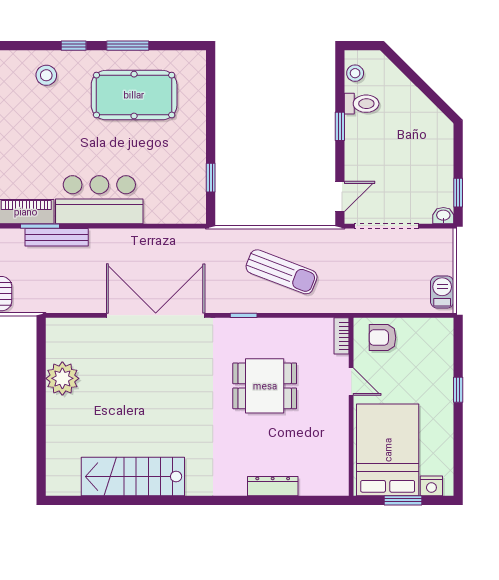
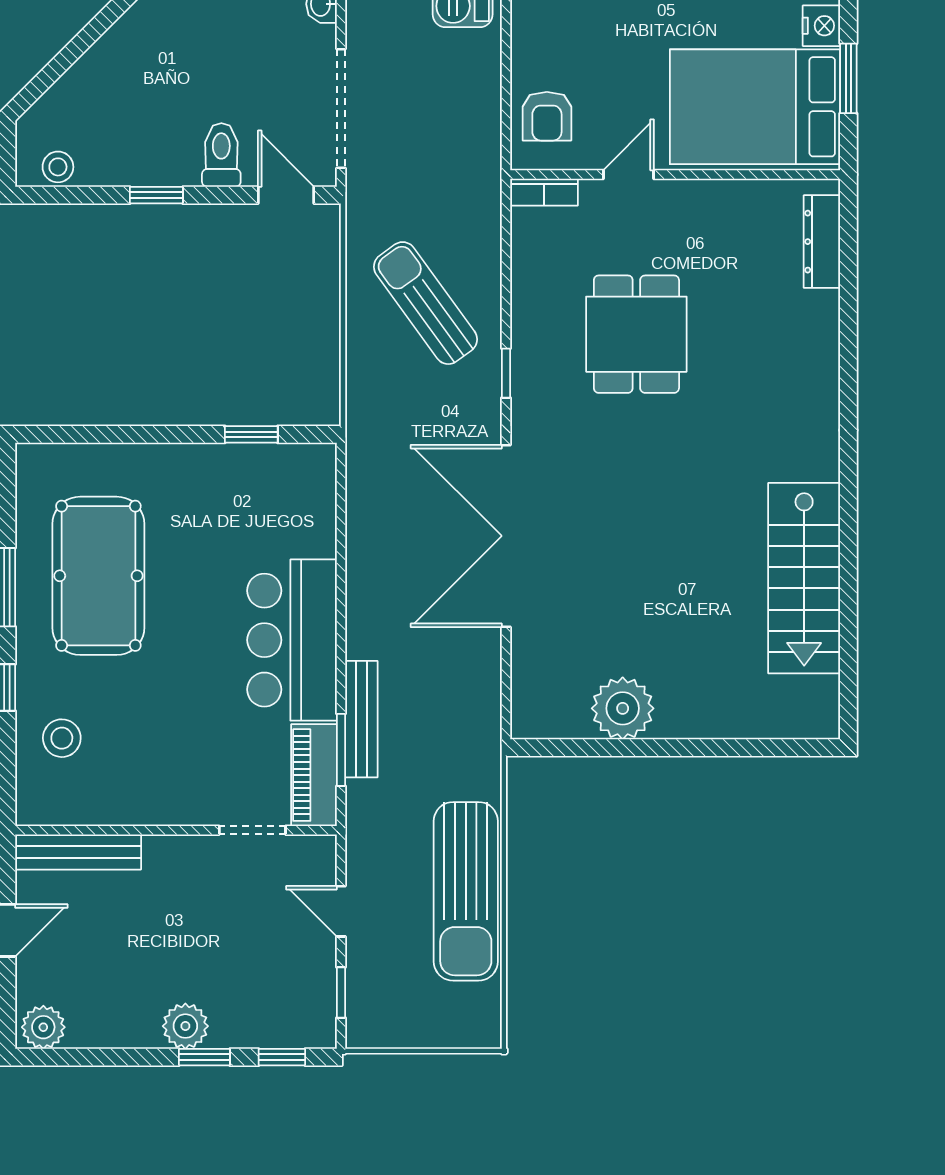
toilet: (362, 104) -> (221, 155), moved
sun lounger: (282, 272) -> (425, 303), turned -57
dresser: (273, 486) -> (822, 242), moved

